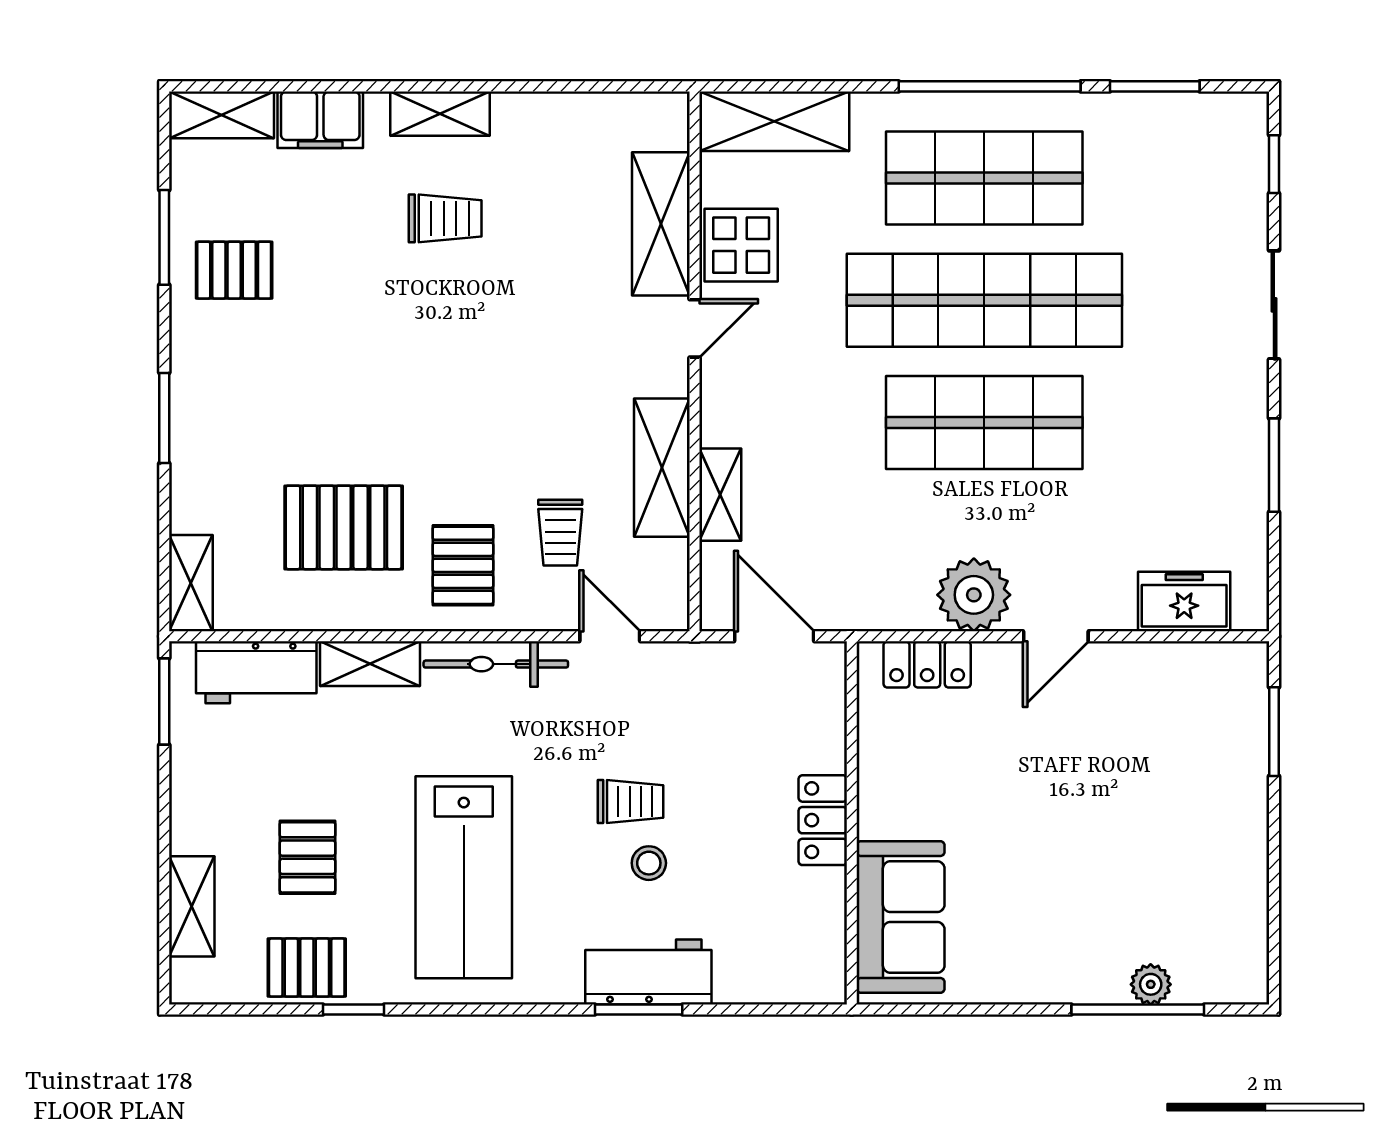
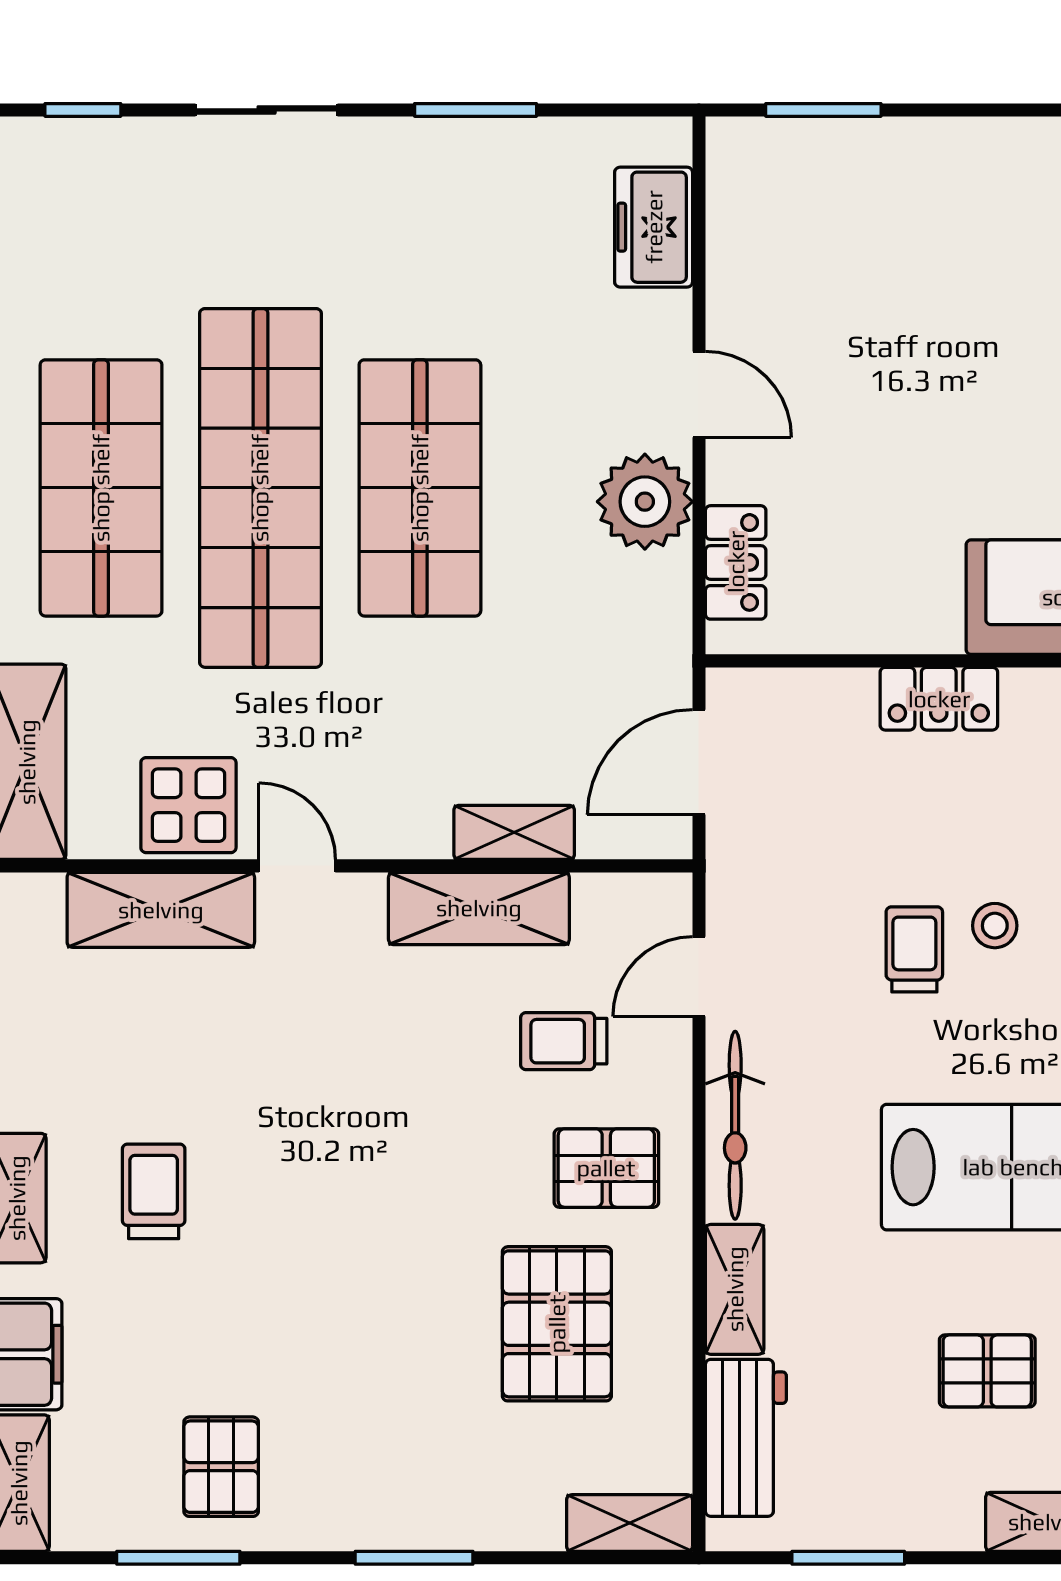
trolley: (560, 533) -> (564, 1041), turned 180
window: (164, 702) -> (848, 1558), moved

